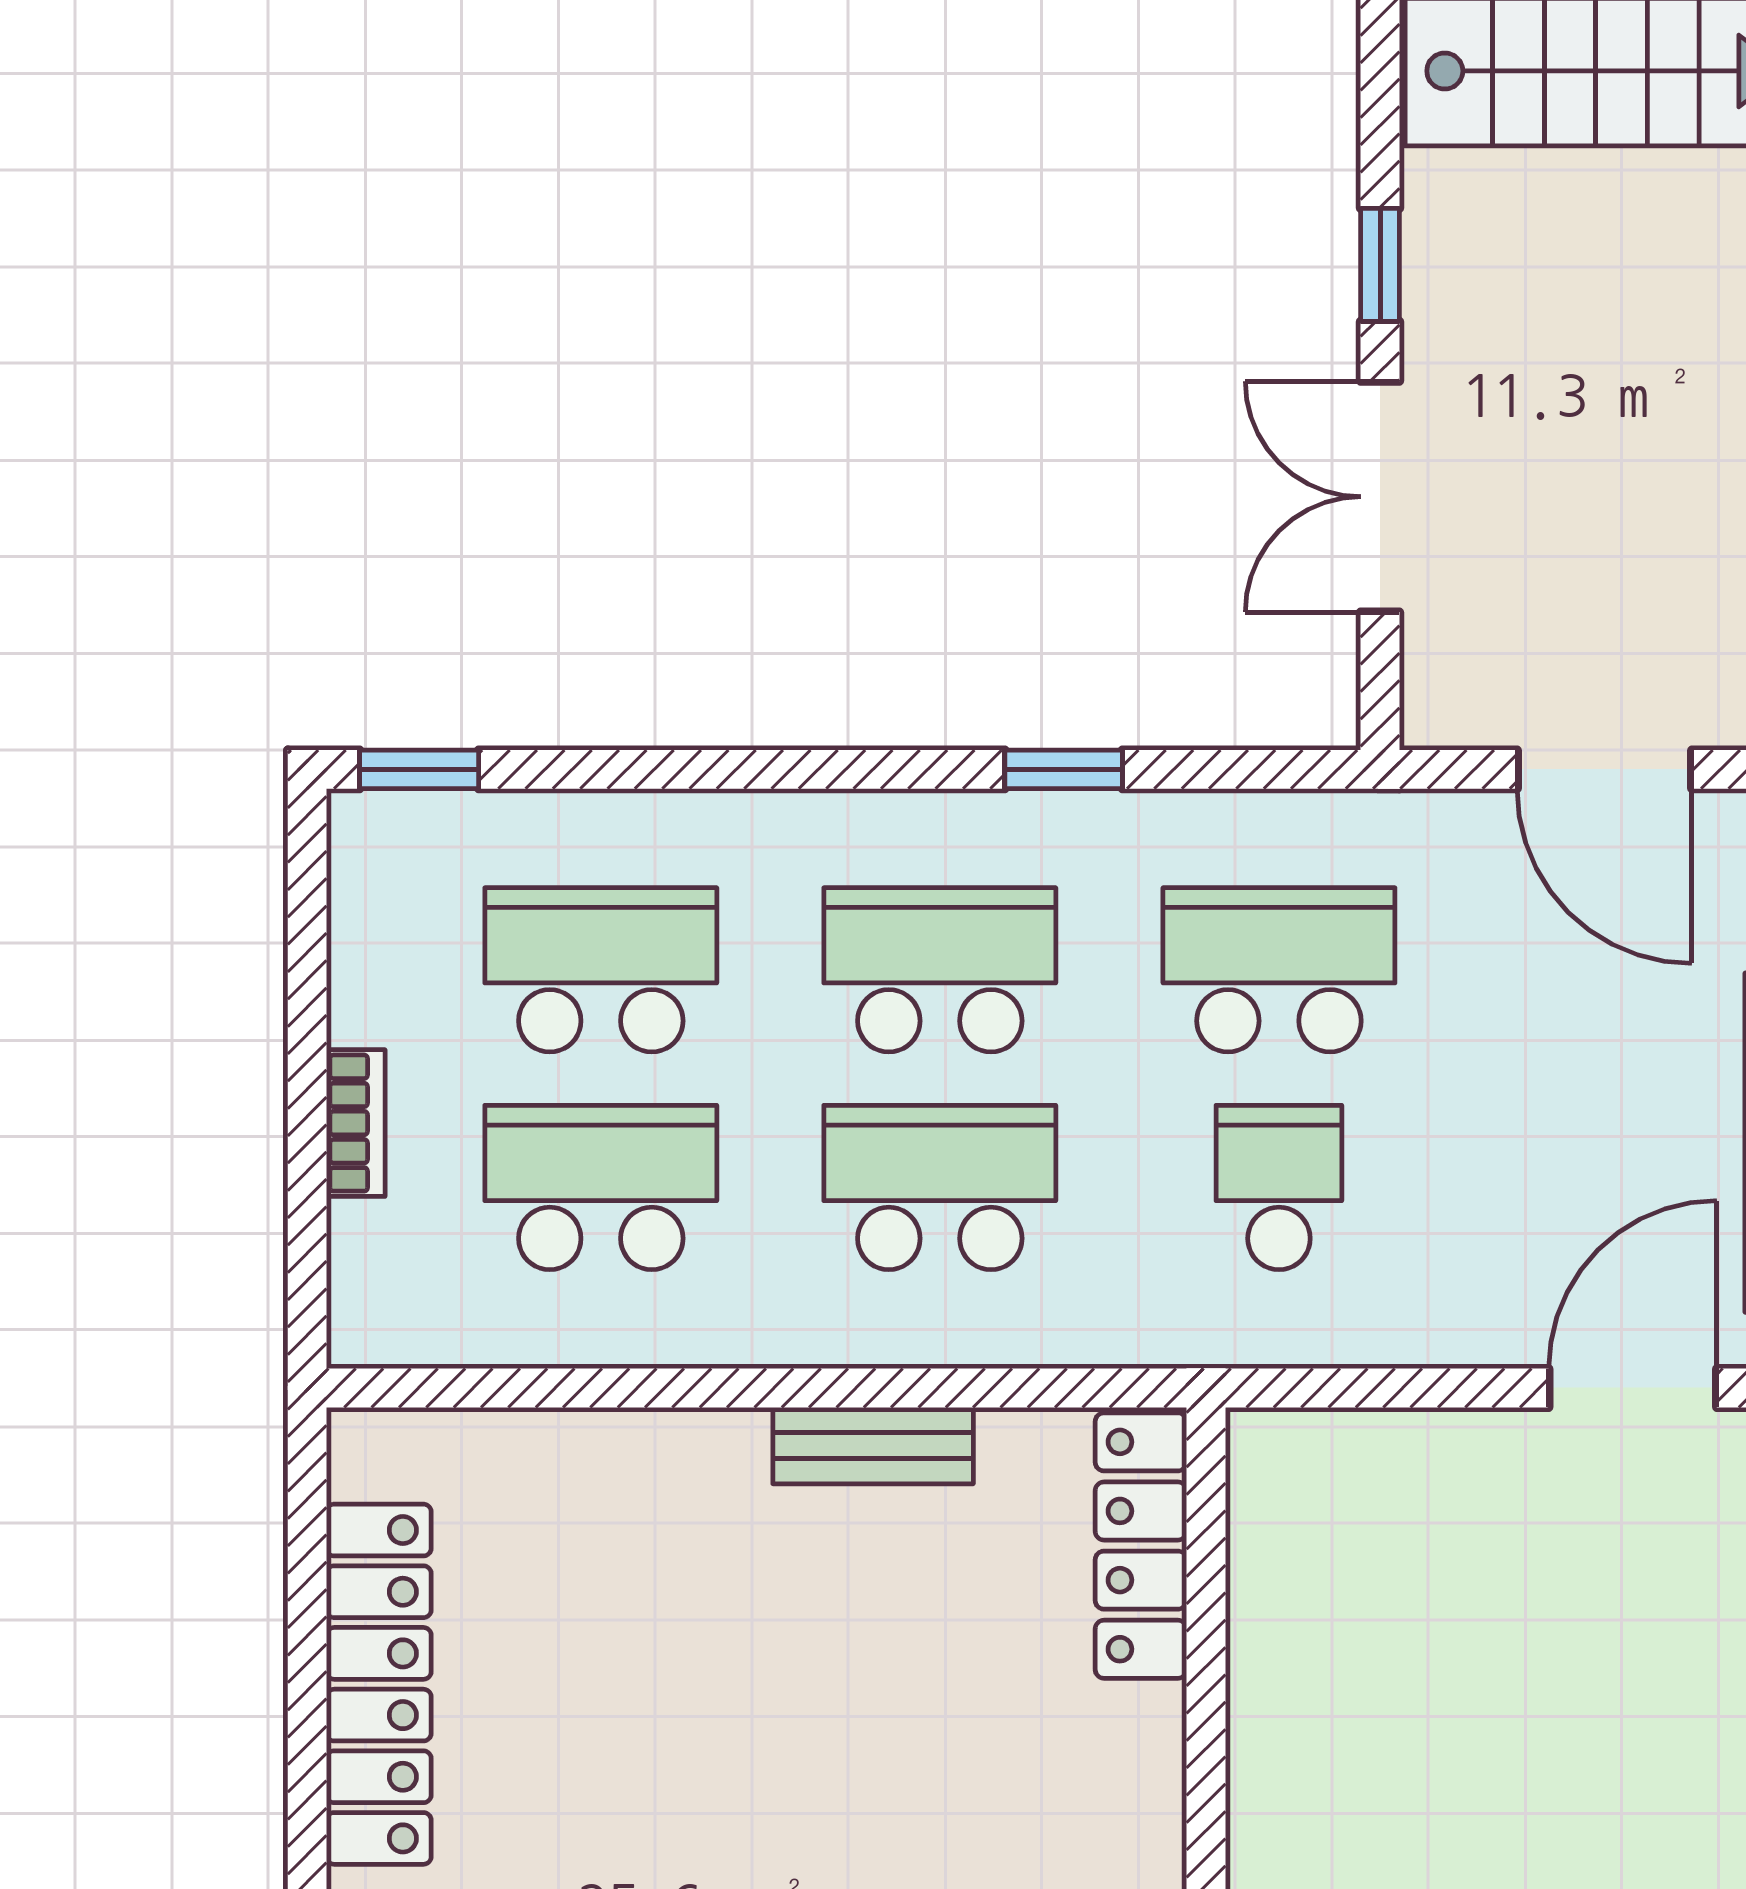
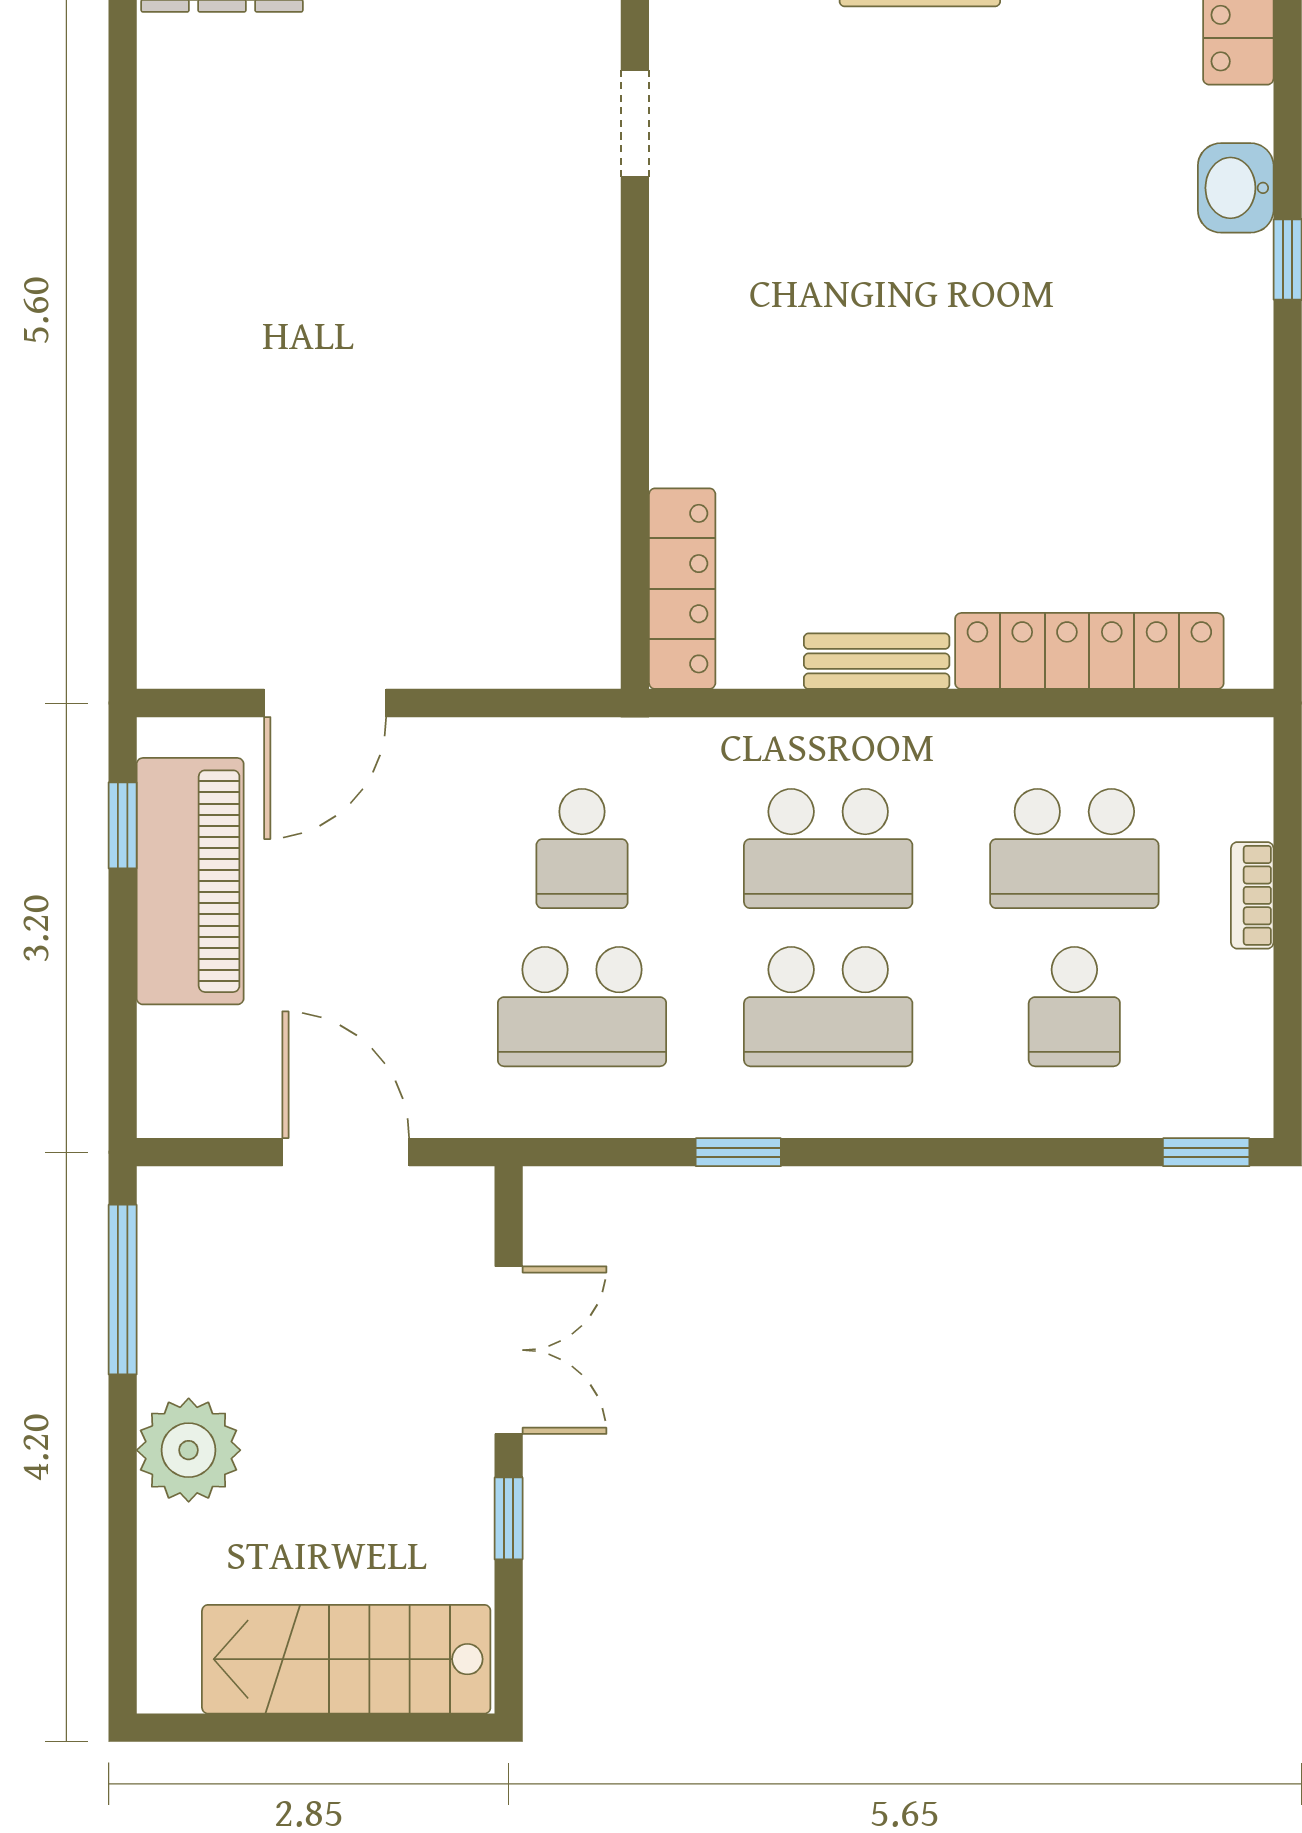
school desk: (601, 970) -> (1074, 1007), width x0.54
locker: (379, 1684) -> (1089, 651), moved, turned 90

